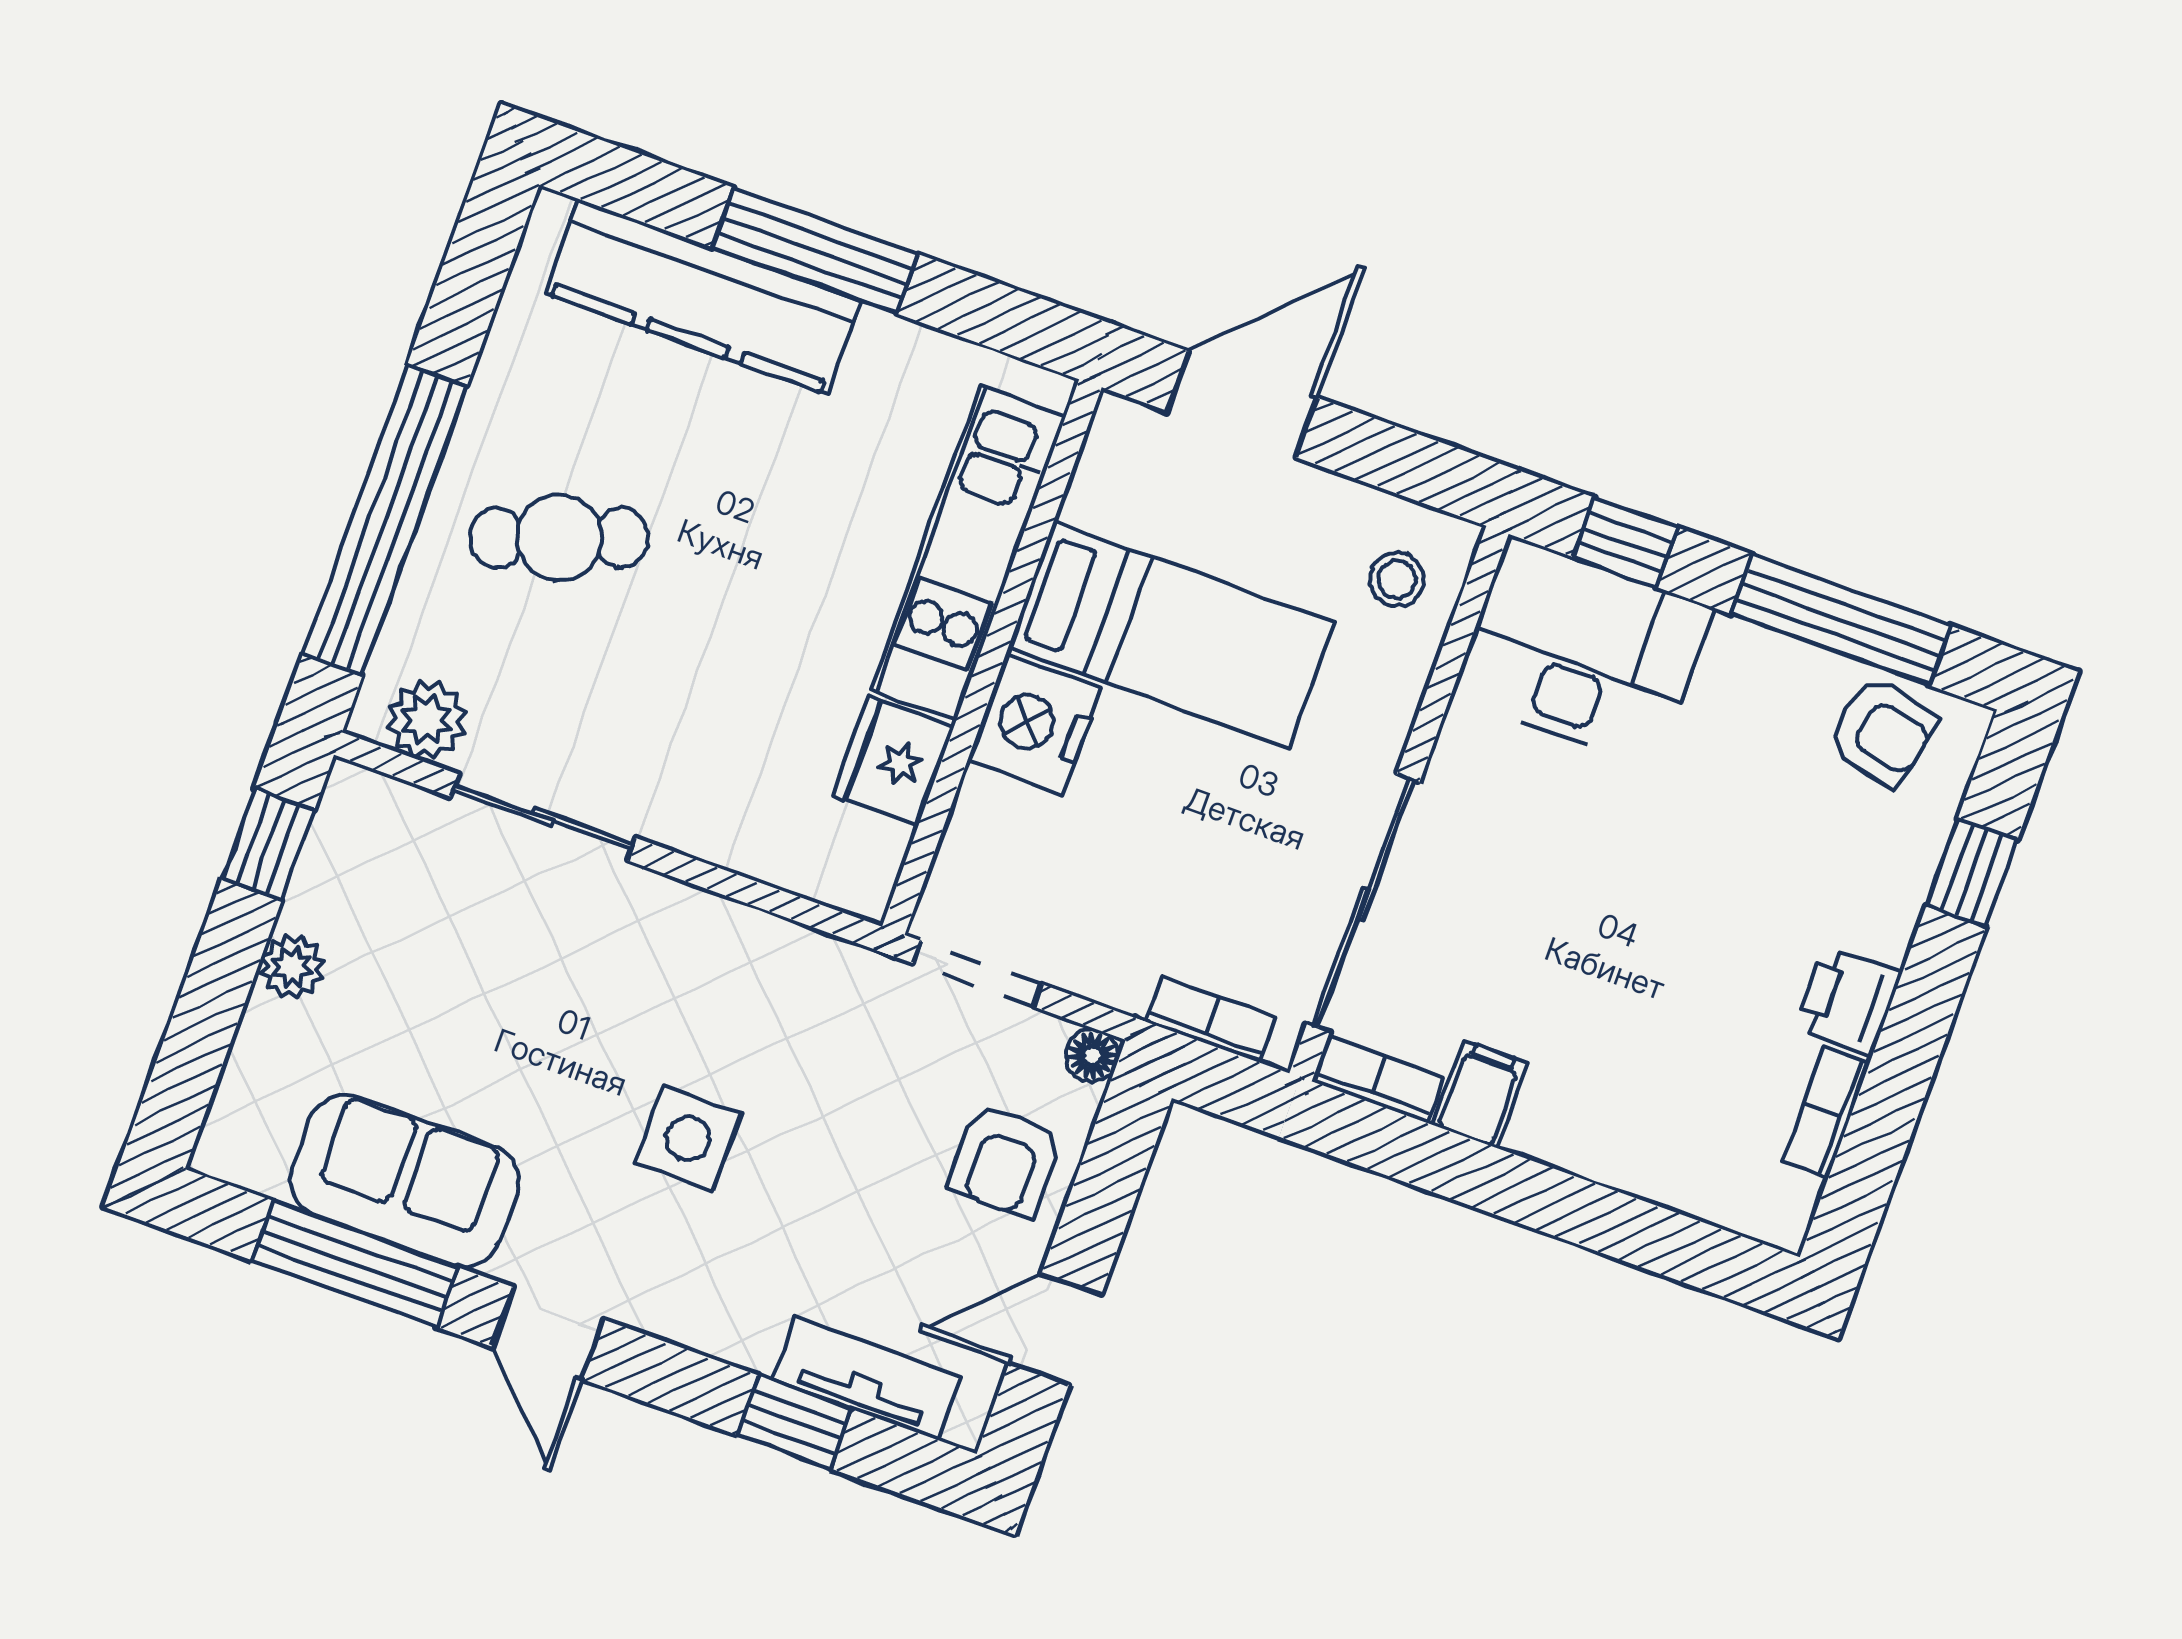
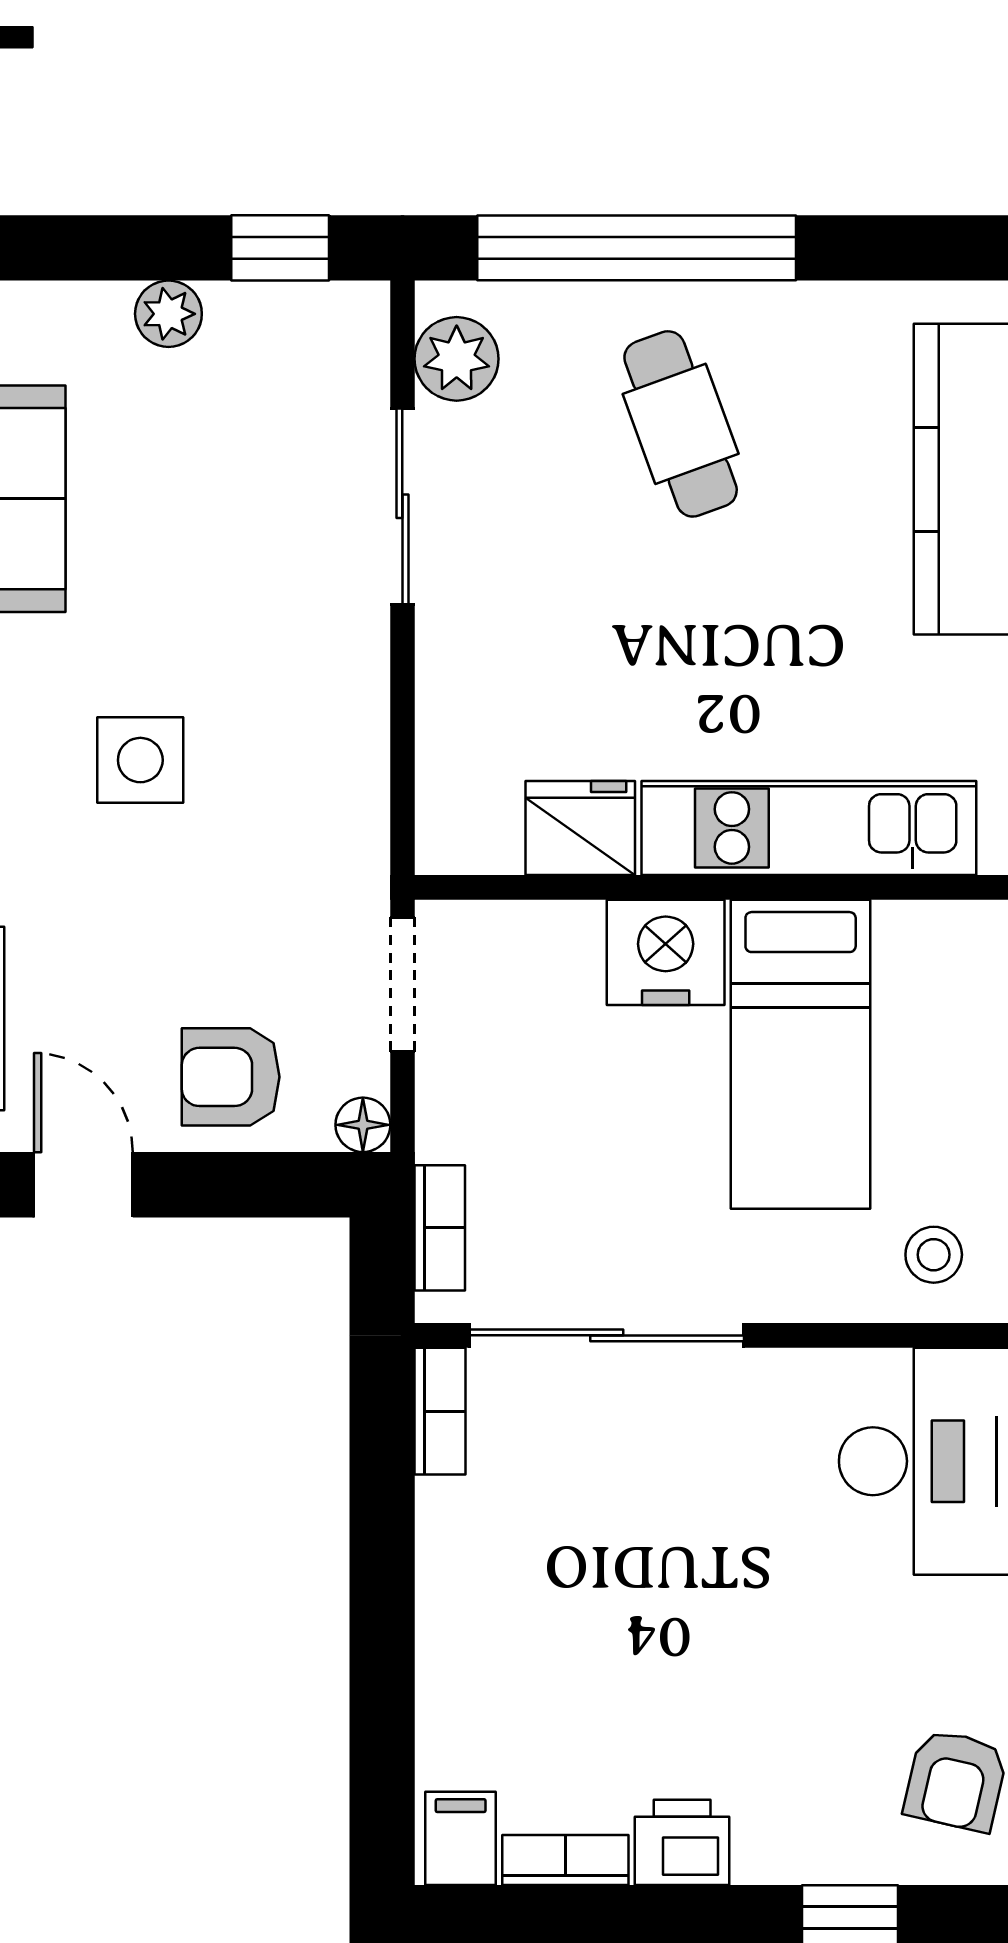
filing cabinet: (1480, 1094) -> (461, 1838), moved, turned -90

